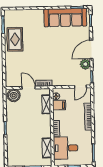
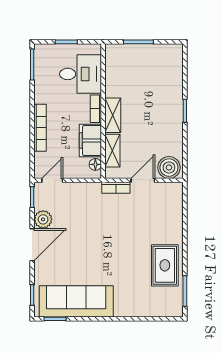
door: (29, 88) -> (143, 180), swing flipped
filing cabinet: (59, 105) -> (90, 140), width x2.00
shelving: (47, 148) -> (113, 115), moved

